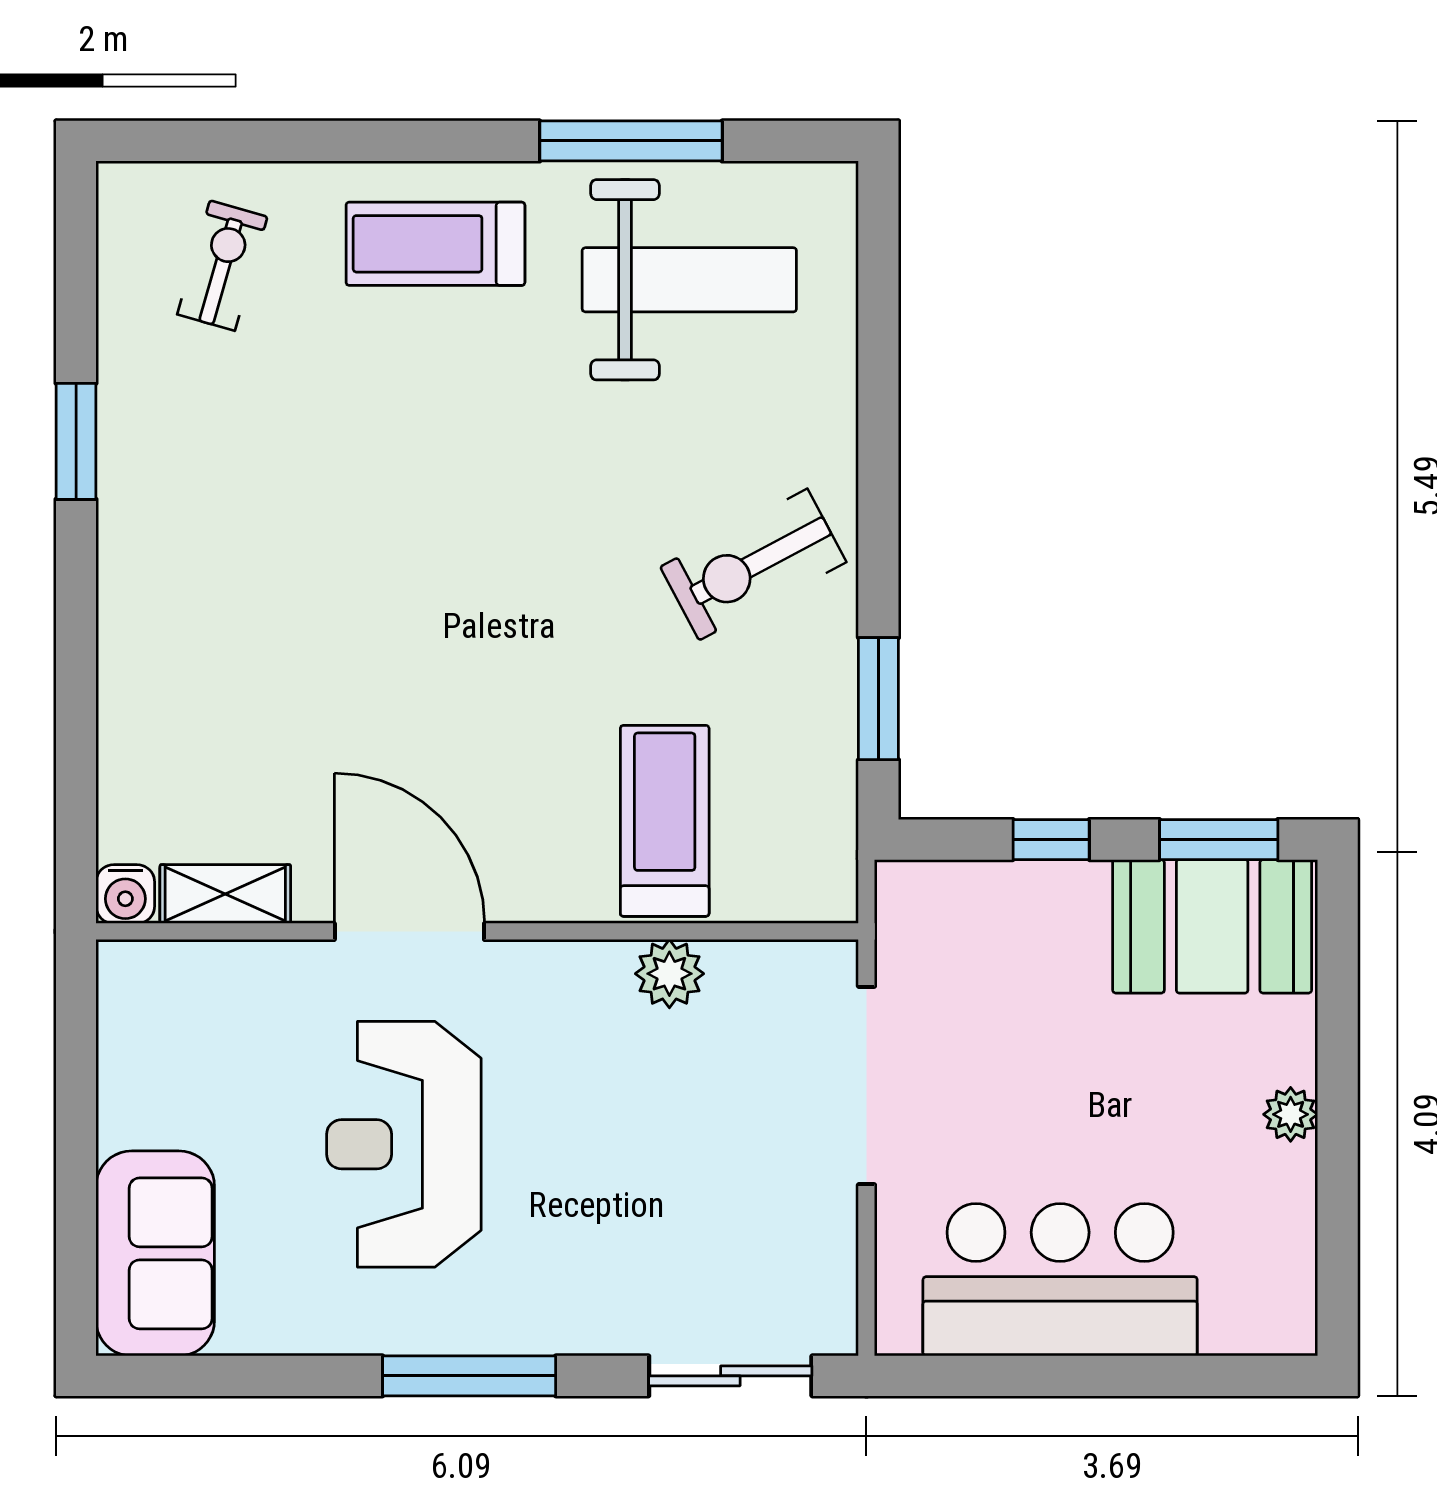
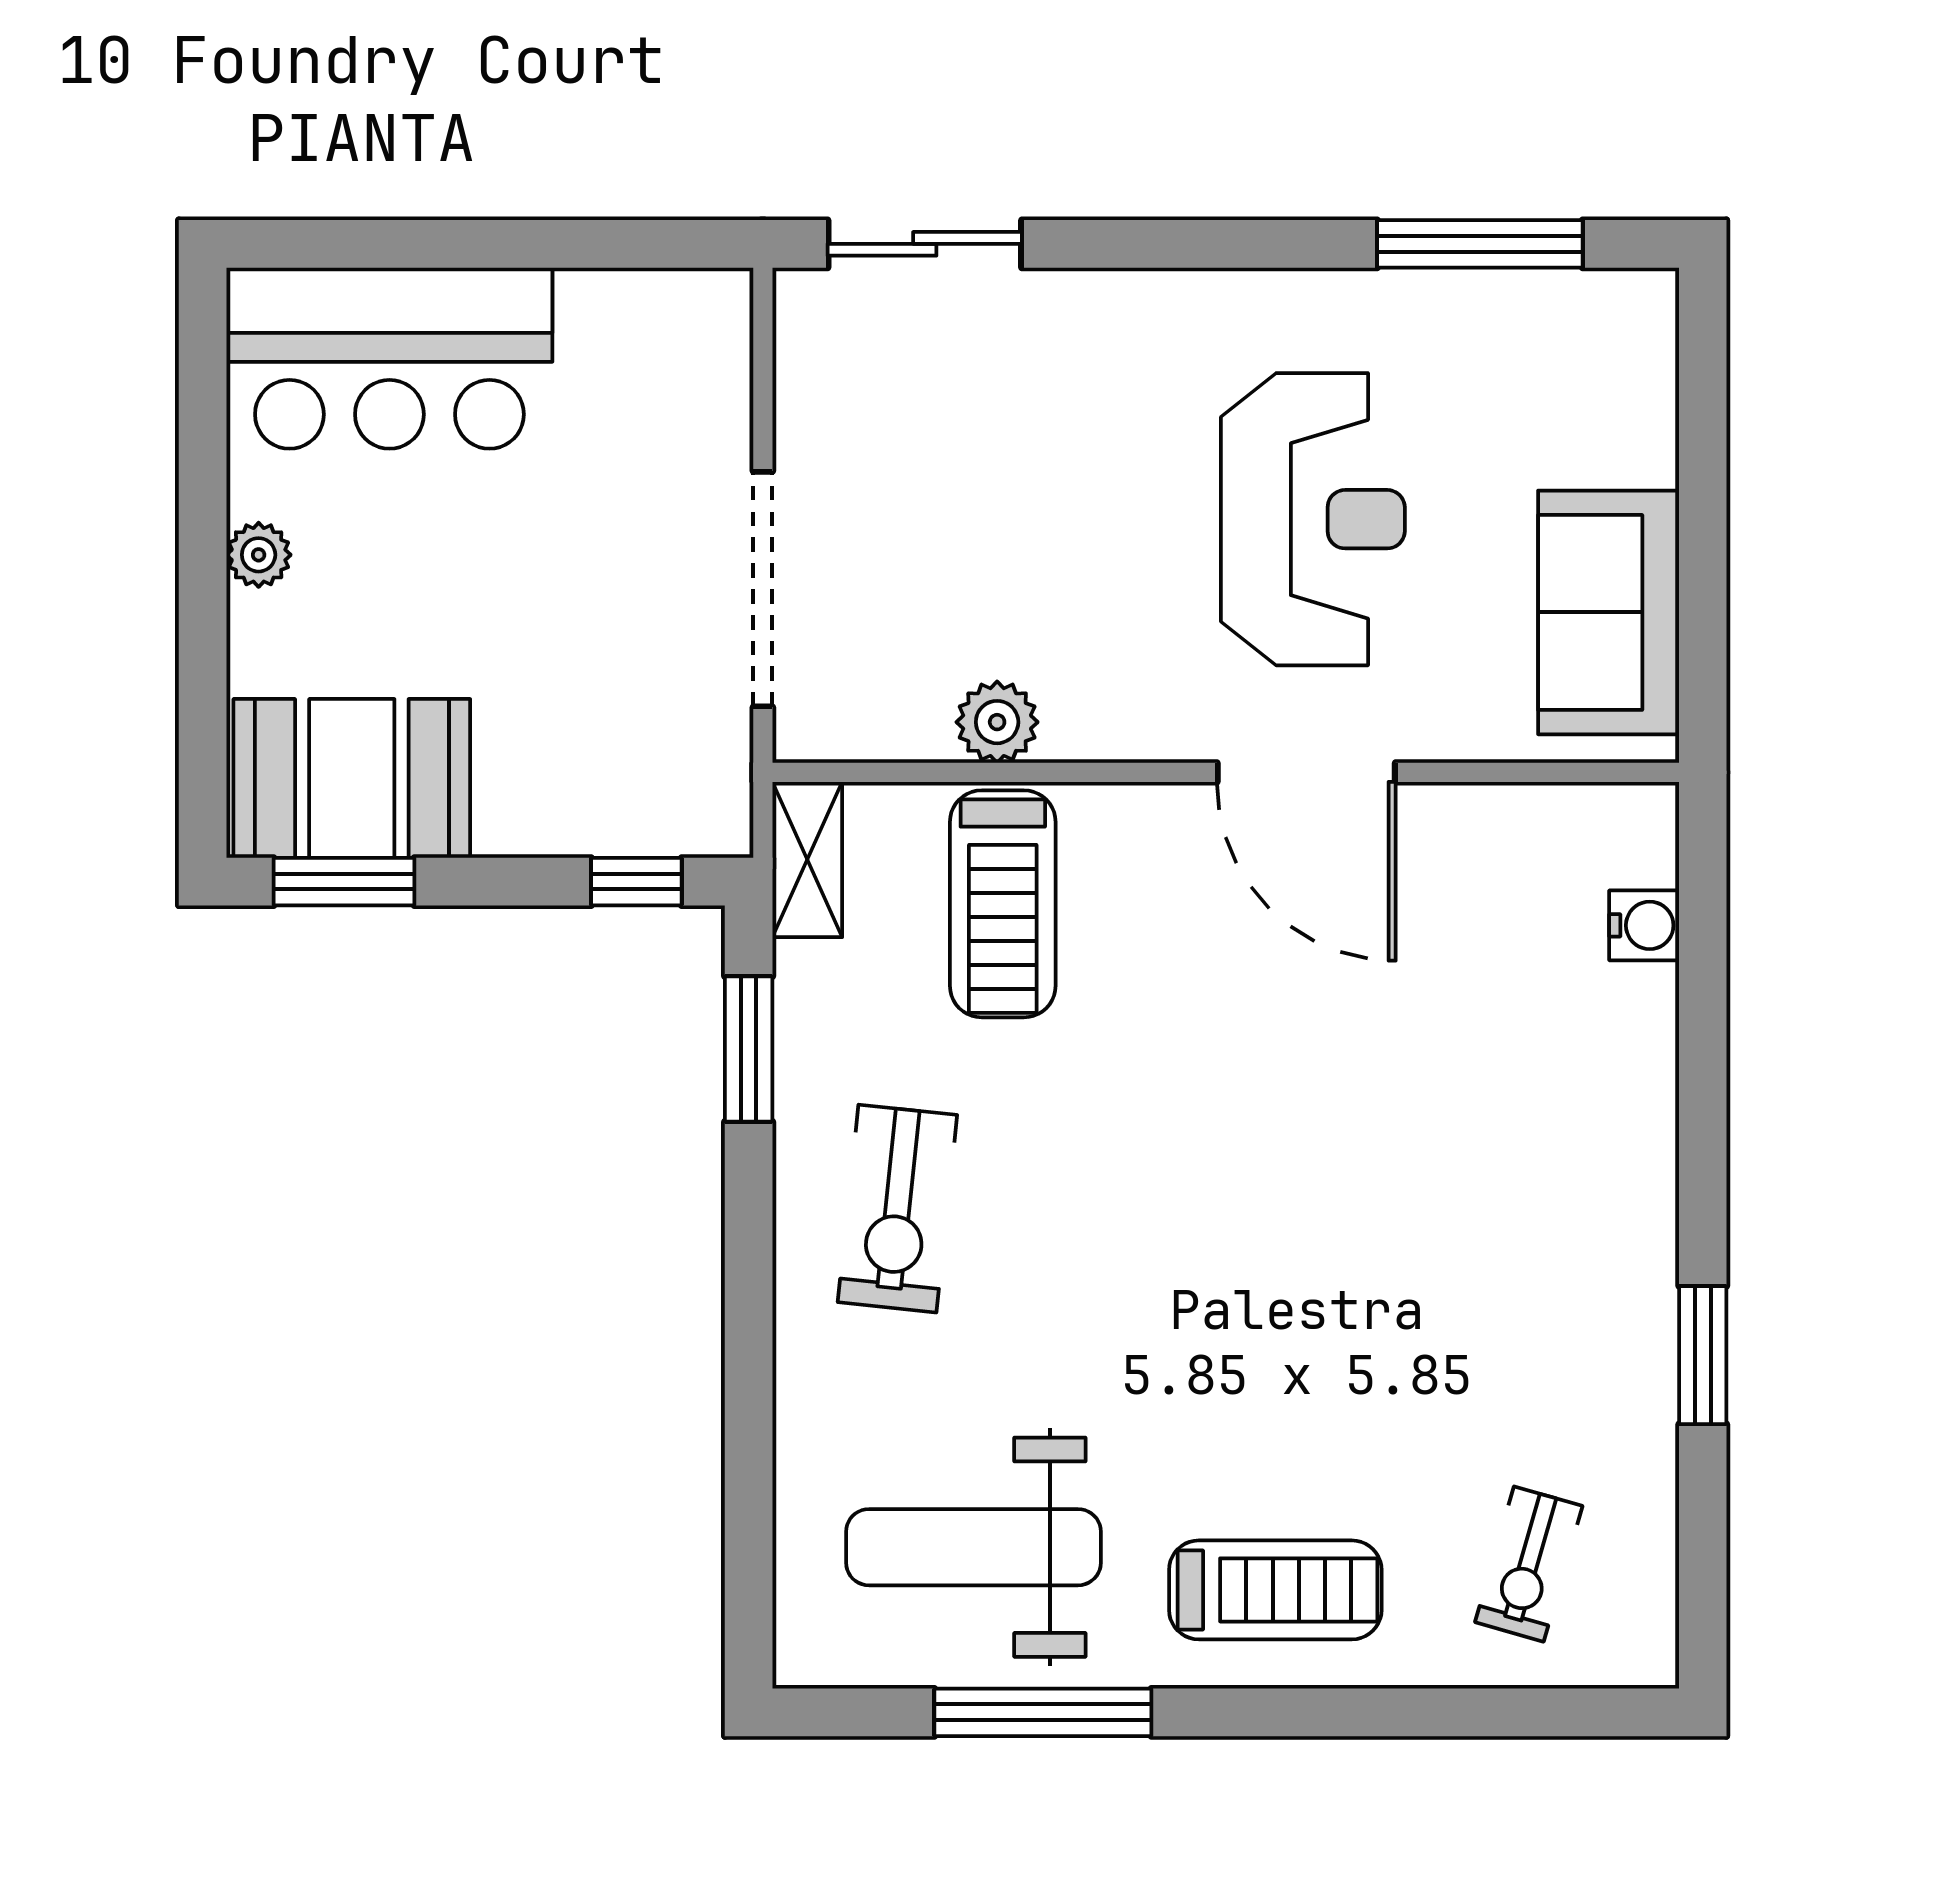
exercise bike: (753, 565) -> (897, 1209), turned 124
window: (1051, 840) -> (636, 882), moved
water cooler: (125, 894) -> (1644, 925), moved, turned 90
shelving: (225, 894) -> (807, 860), moved, turned 90
sofa: (155, 1253) -> (1609, 612), moved
bar counter: (1060, 1280) -> (389, 358), moved
window: (469, 1376) -> (1480, 244), moved

